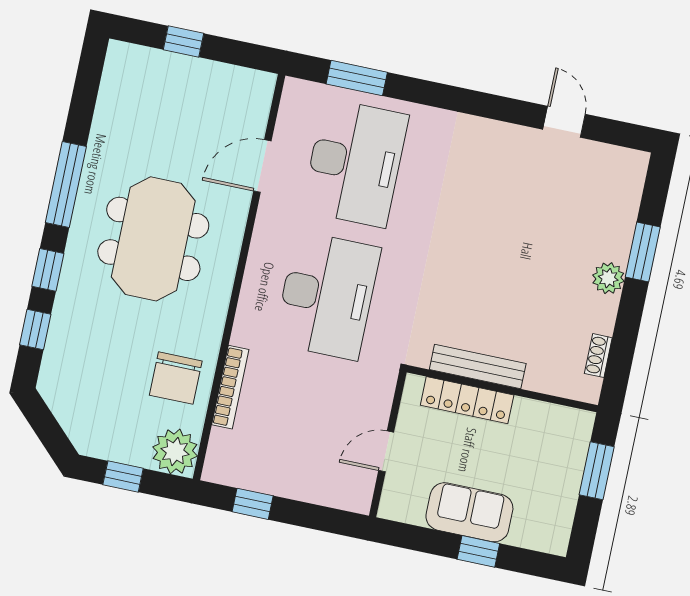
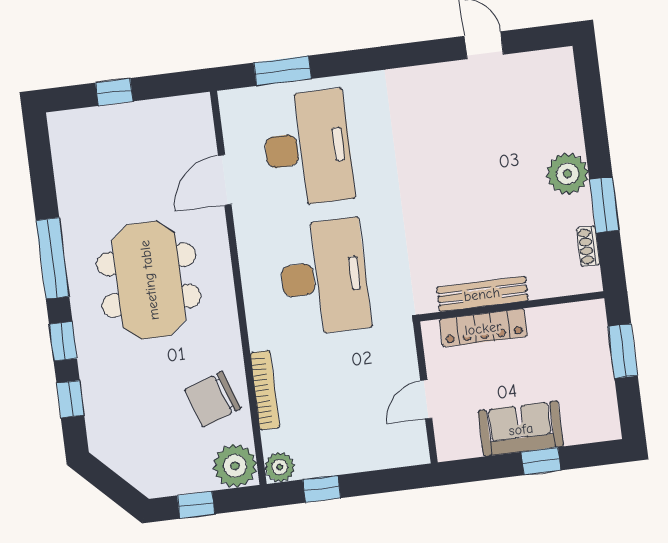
window: (643, 252) -> (604, 205), moved
plant: (608, 278) -> (567, 174), width x1.36, depth x1.36
chair: (176, 378) -> (213, 399), turned 71
plant: (219, 468) -> (280, 467), added

